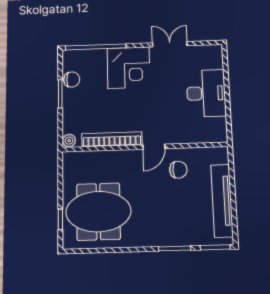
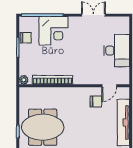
corner desk: (129, 68) -> (53, 31), moved
door: (154, 147) -> (109, 86), moved

